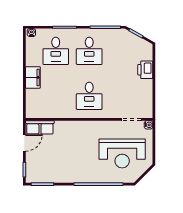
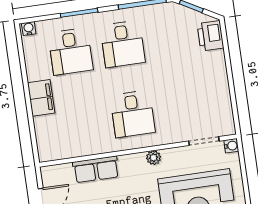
printer: (145, 70) -> (210, 36), moved
plant: (98, 125) -> (154, 158), added
row of seats: (40, 127) -> (96, 169), moved

